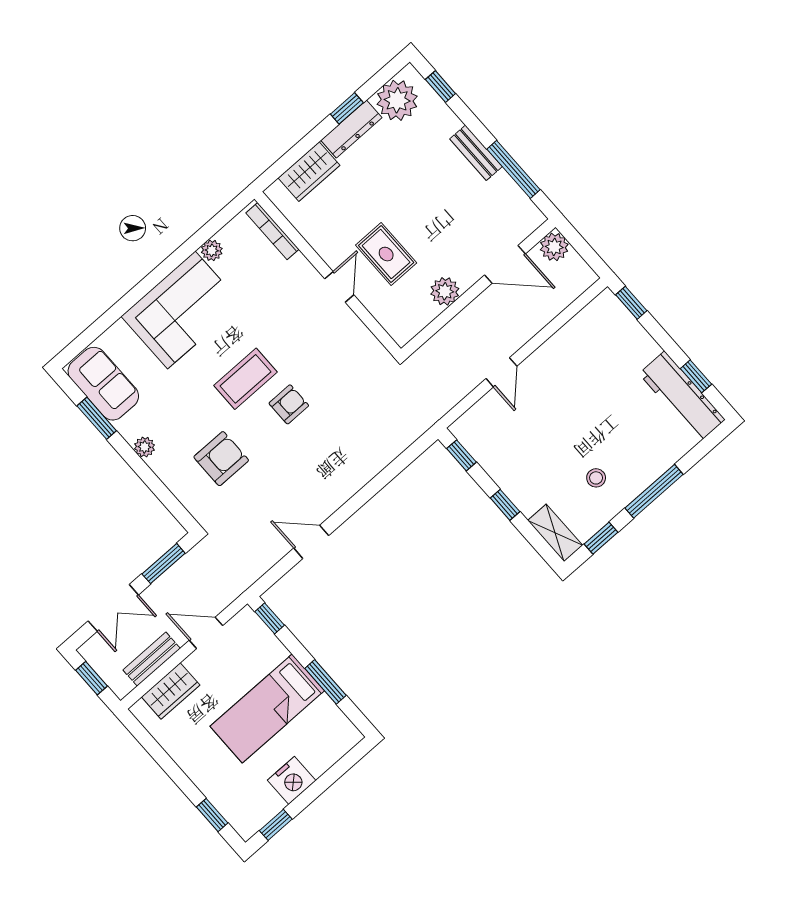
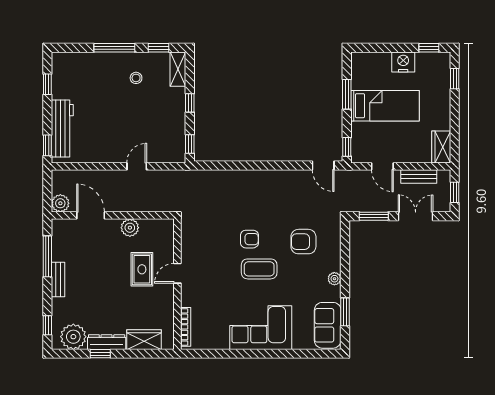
plant: (212, 250) -> (222, 343), removed
workbench: (682, 397) -> (62, 128), moved
armchair: (289, 404) -> (249, 239), turned 180
door: (311, 542) -> (323, 166), moved
wardrobe: (171, 691) -> (441, 147), moved, turned -90

